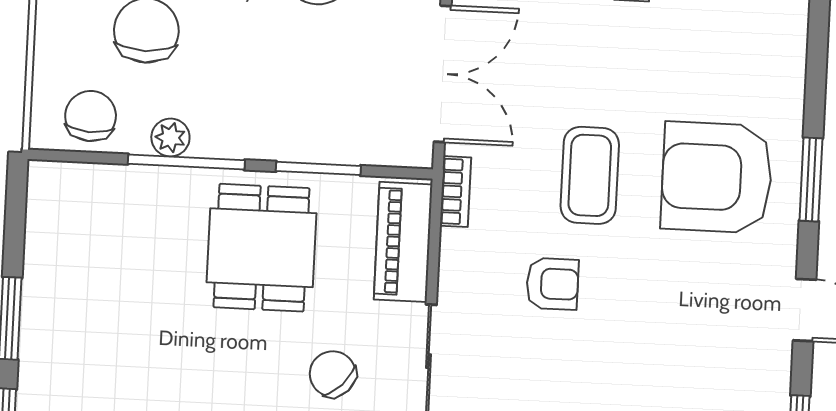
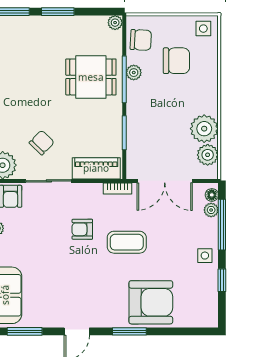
armchair: (717, 177) -> (151, 302), moved, turned 90
plant: (44, 178) -> (115, 23), added
dining table: (261, 248) -> (91, 77), moved
armchair: (552, 284) -> (82, 229), turned 90

